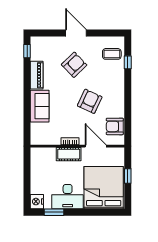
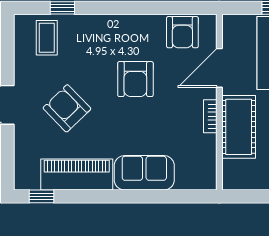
piano: (37, 75) -> (77, 174), width x1.37, depth x1.33
armchair: (90, 101) -> (135, 79), turned -115
cot: (69, 154) -> (239, 127), width x1.37, depth x1.34

